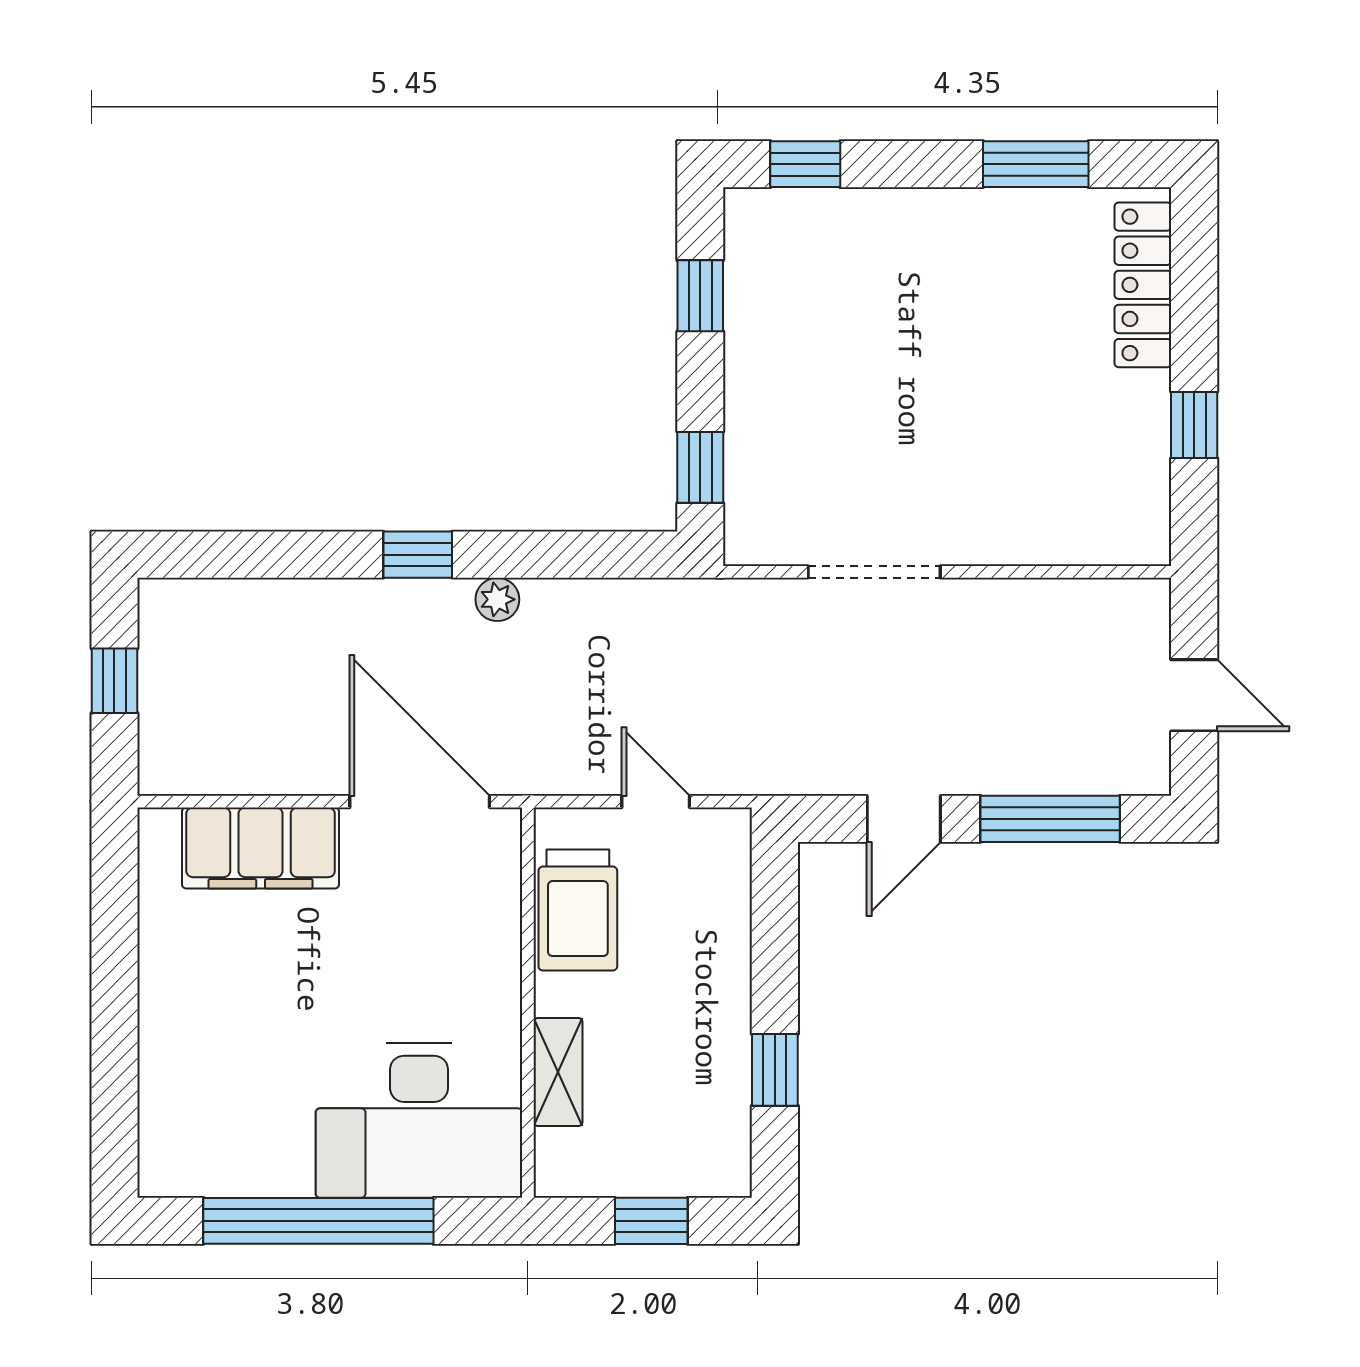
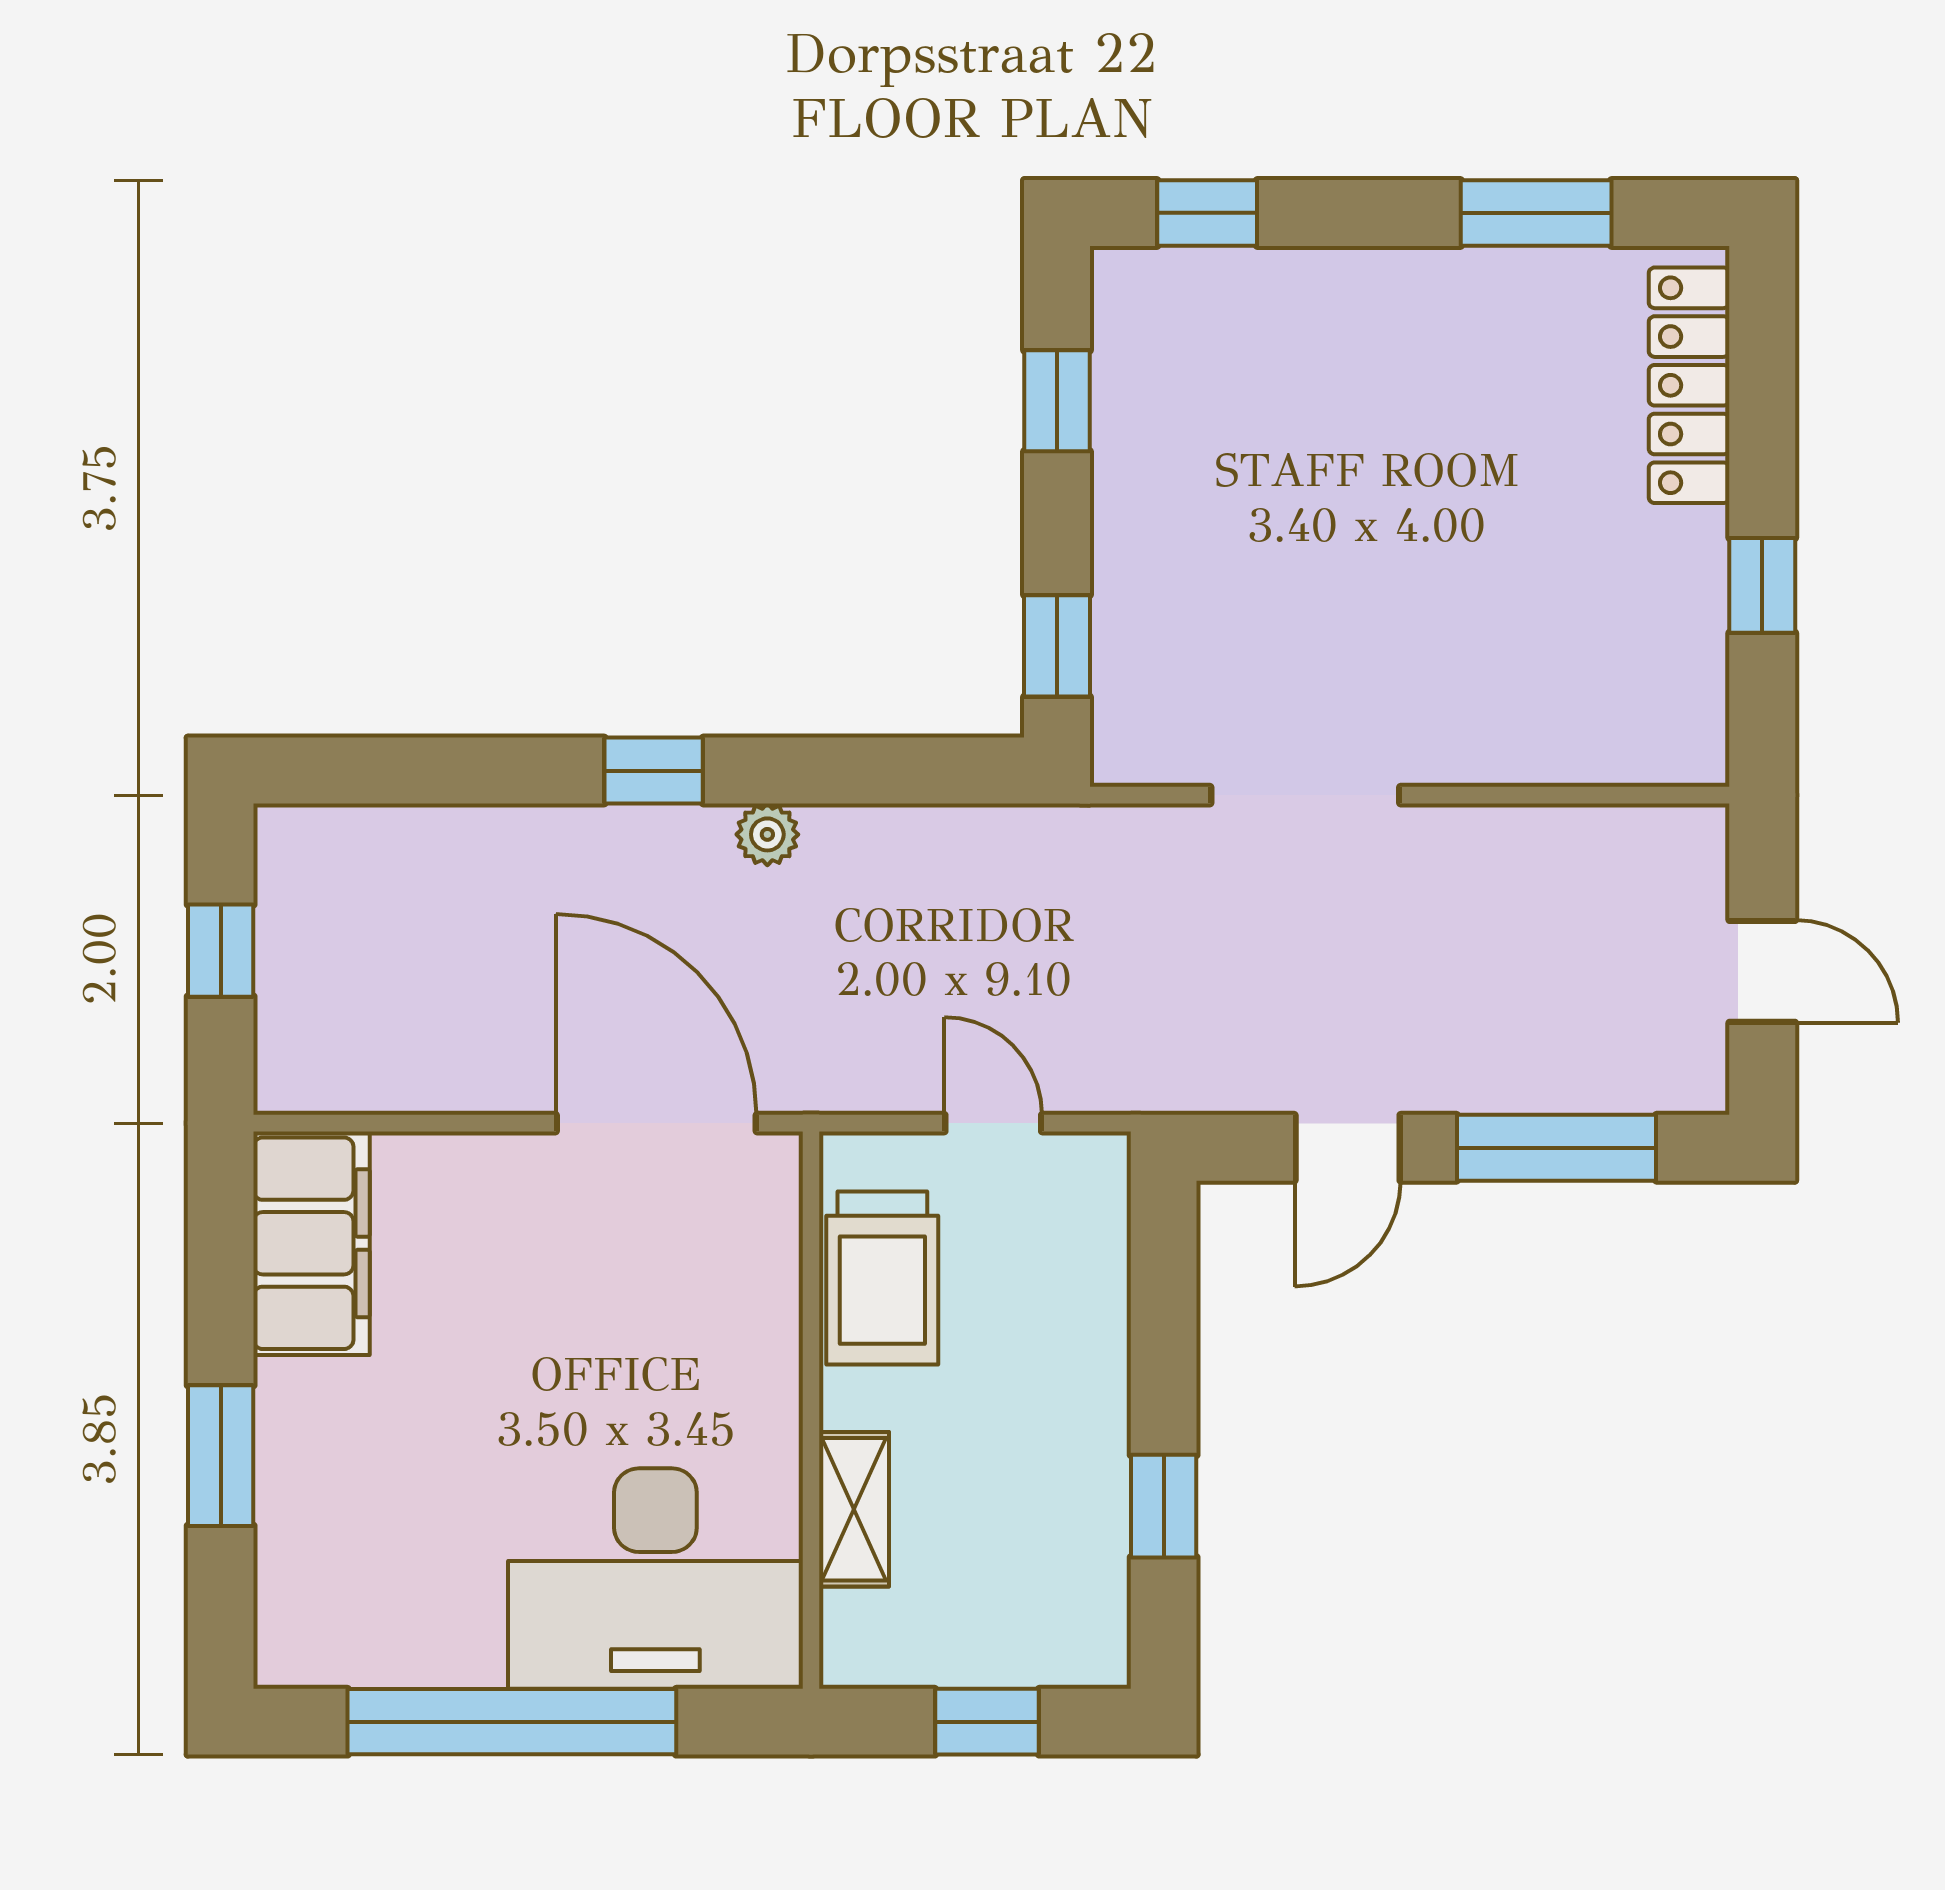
filing cabinet: (261, 848) -> (312, 1243), moved, turned -90
window: (114, 1034) -> (221, 1456), added

